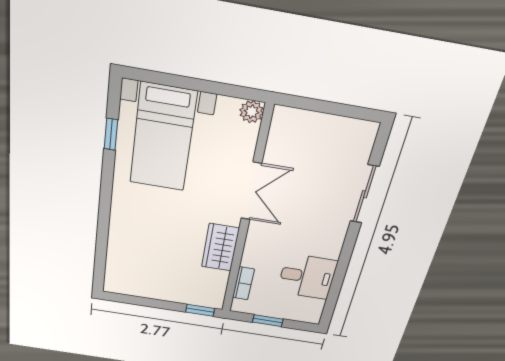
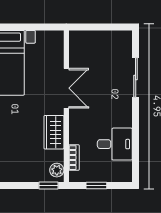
plant: (252, 112) -> (57, 170), moved

